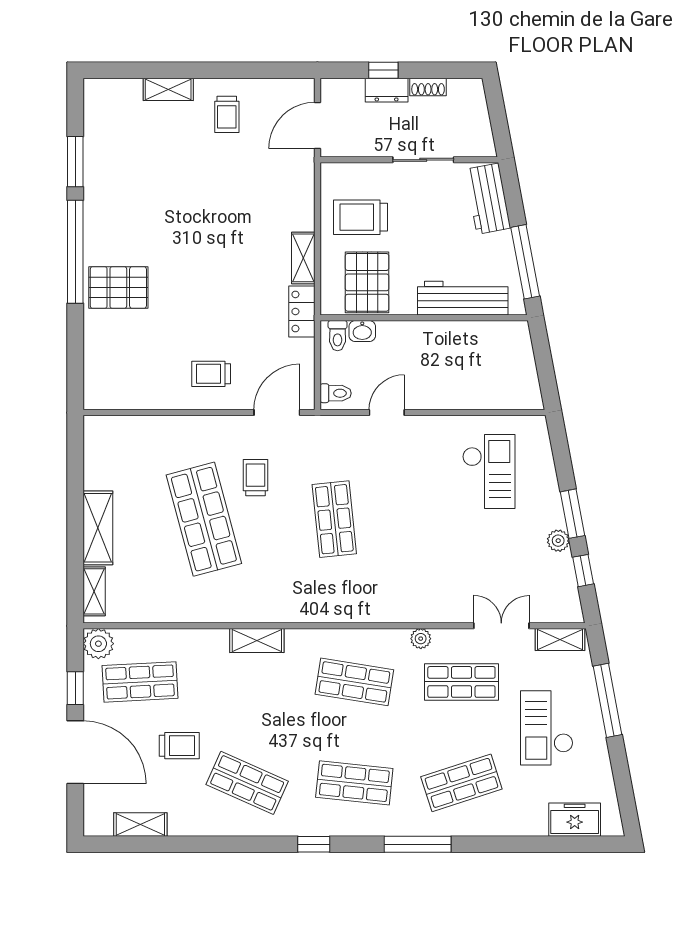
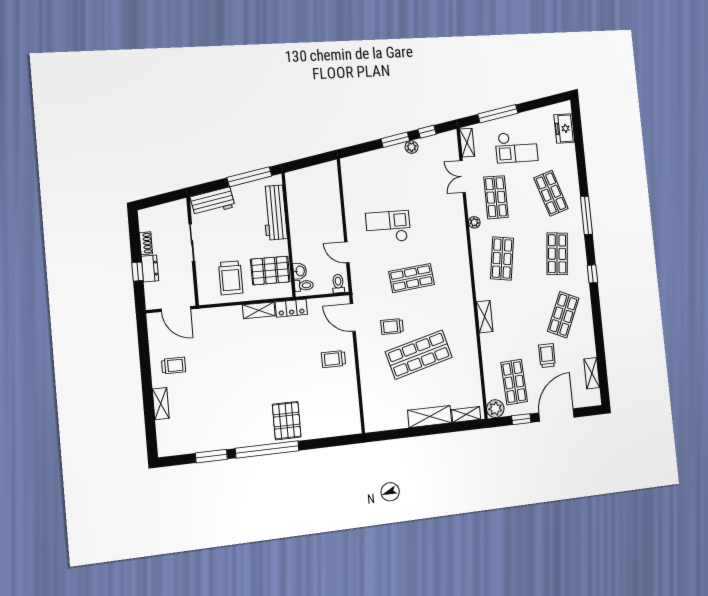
trolley: (211, 374) -> (333, 359), turned 90
checkout: (489, 471) -> (388, 227), moved

